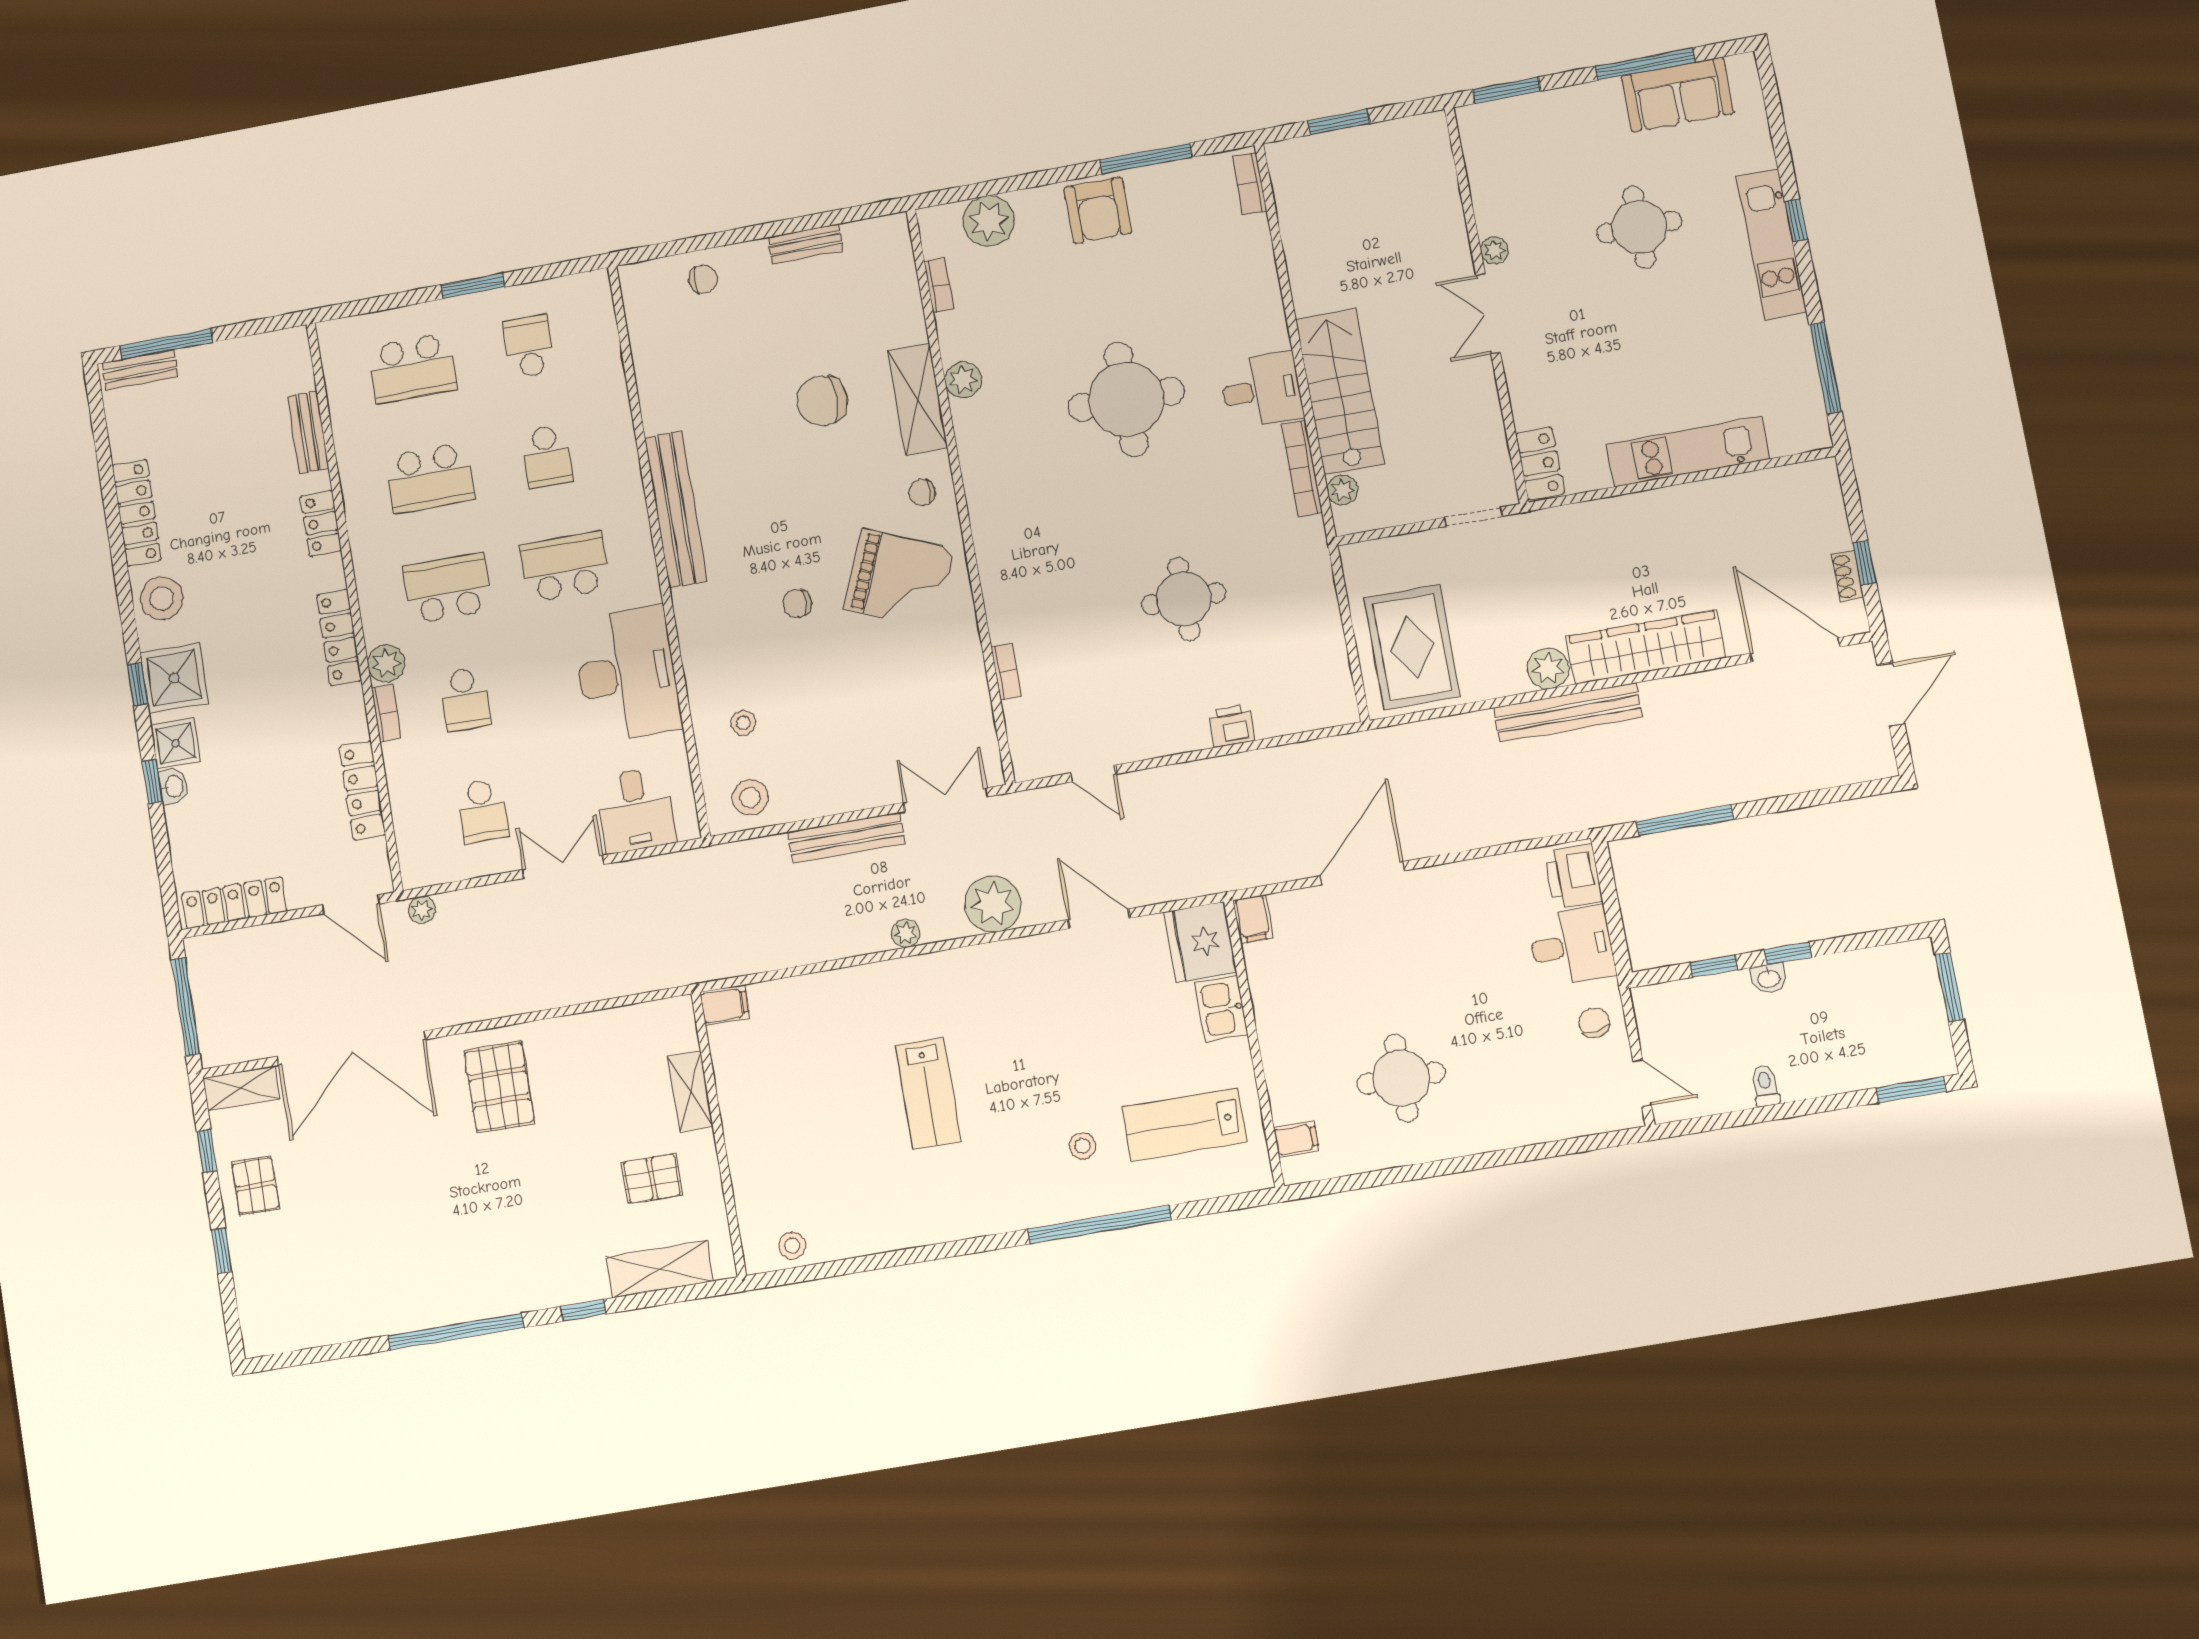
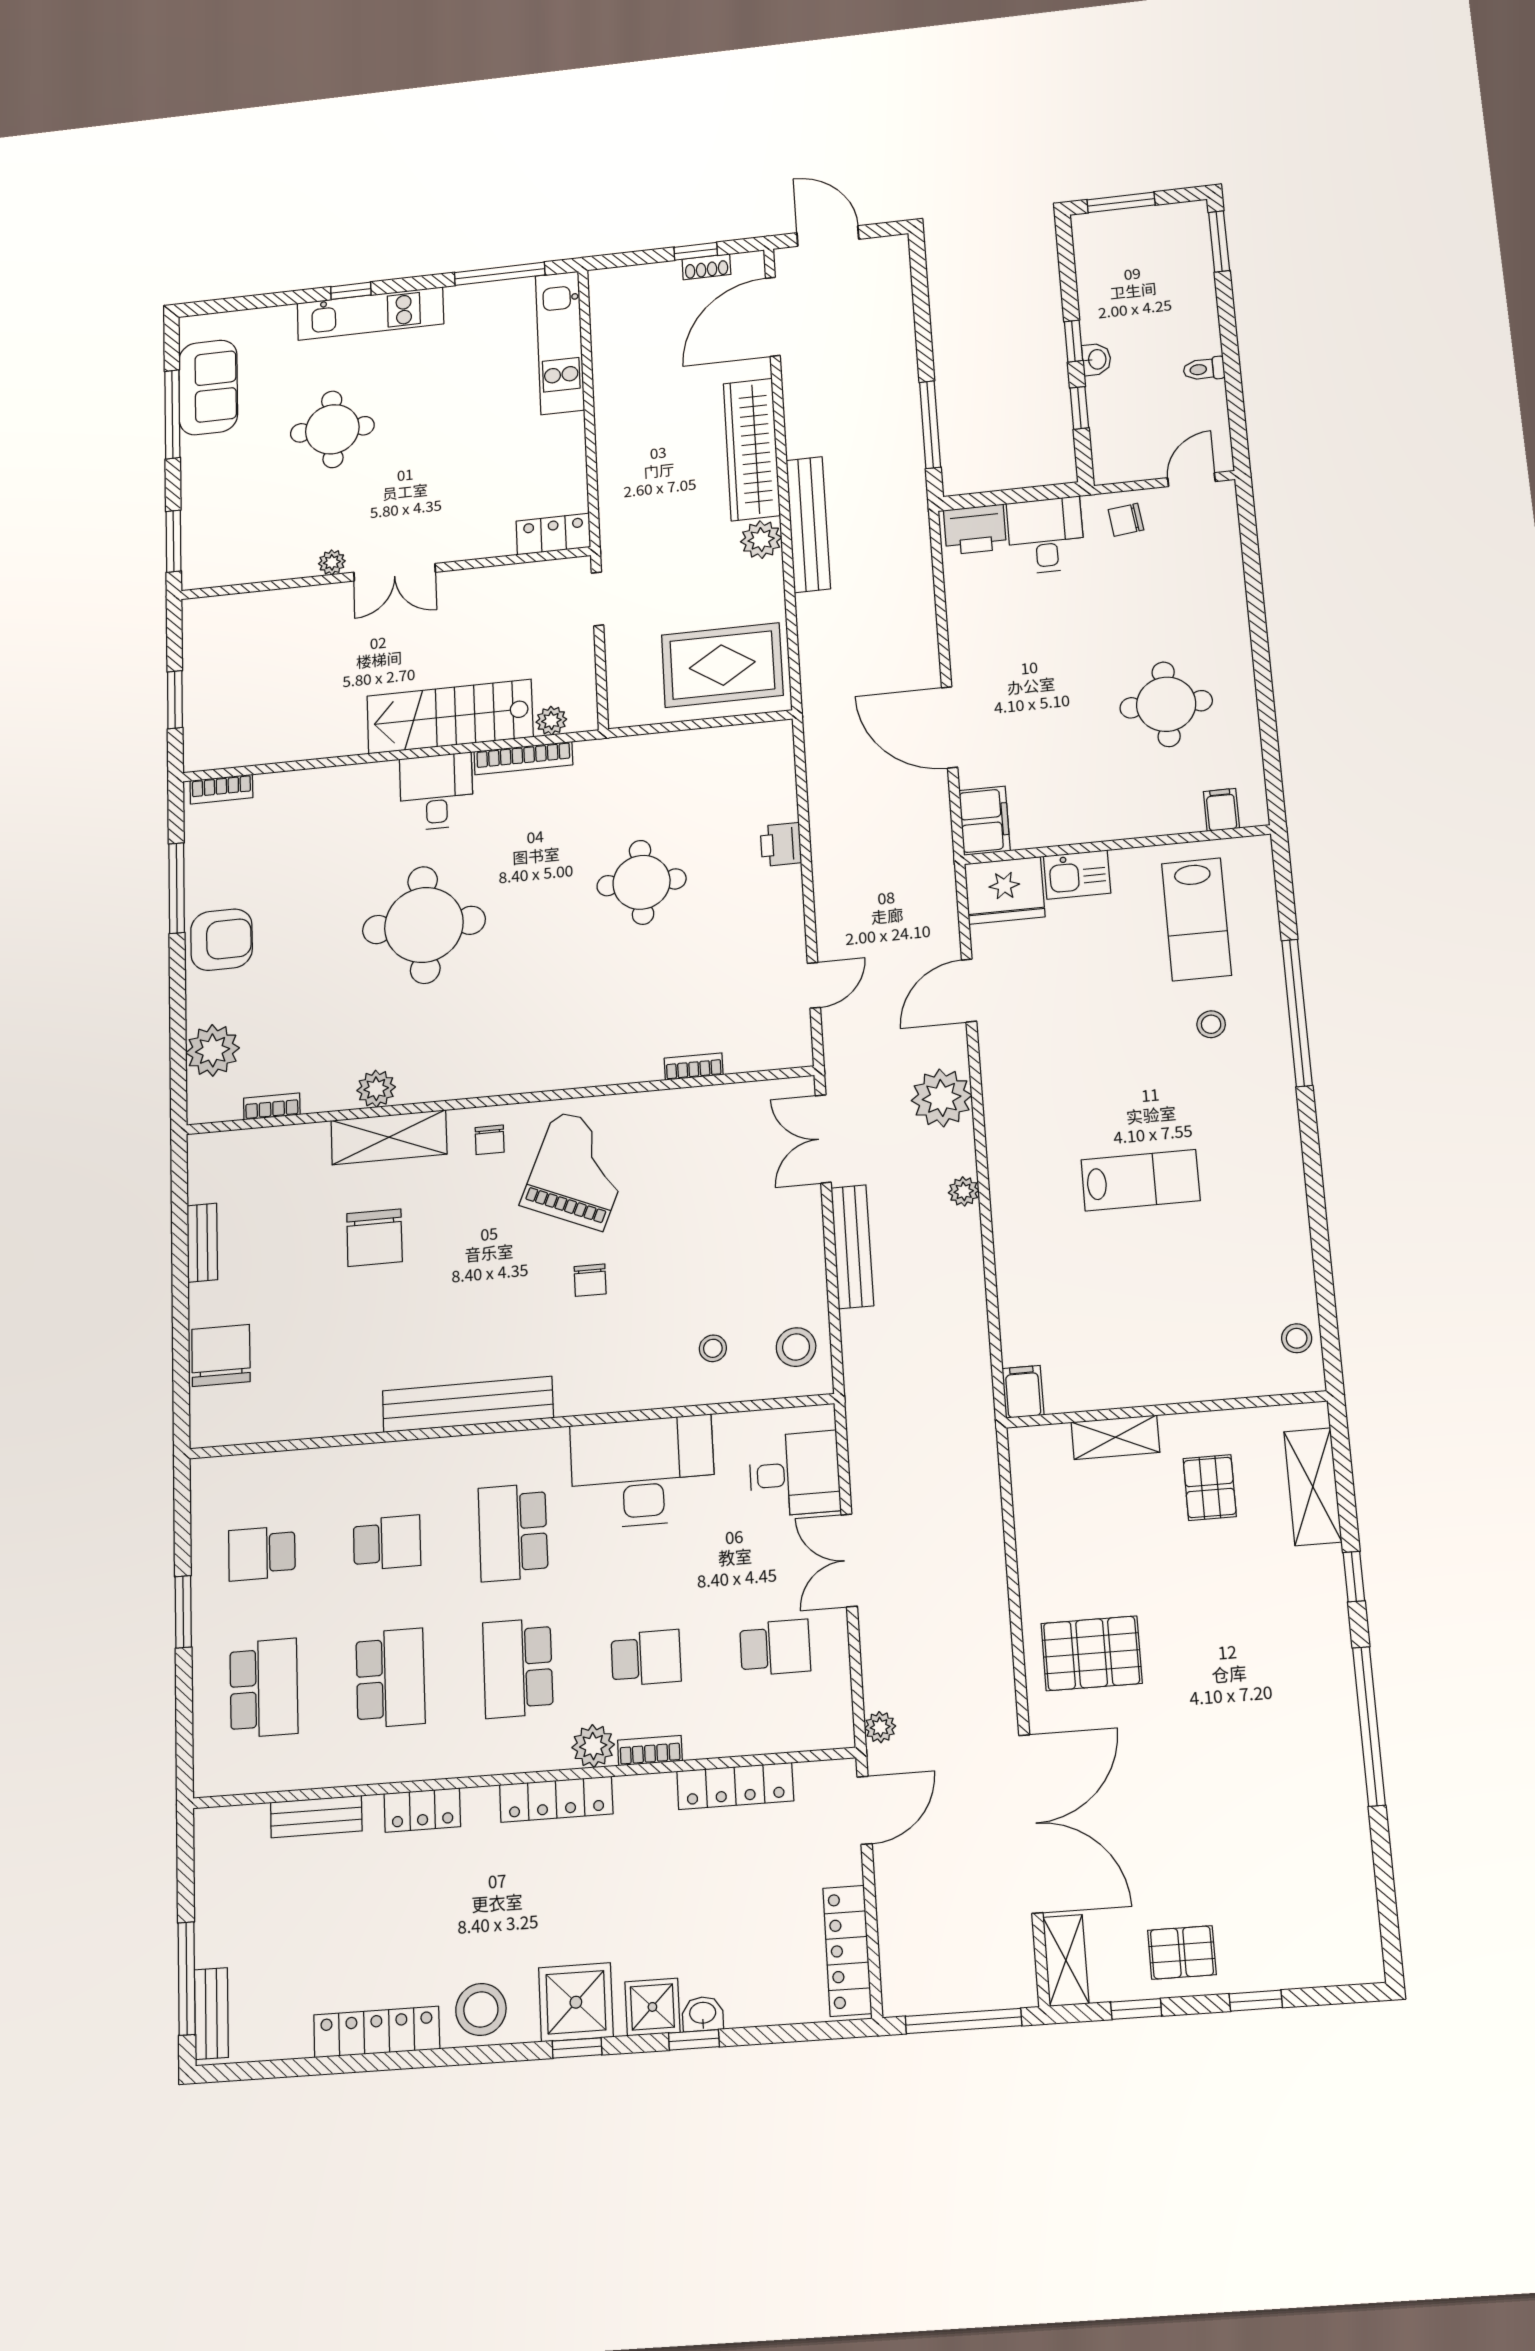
chair: (703, 279) -> (221, 1355), width x1.87, depth x1.87
kitchen unit: (1688, 452) -> (560, 343), moved
filing cabinet: (1253, 919) -> (984, 821), width x2.00

